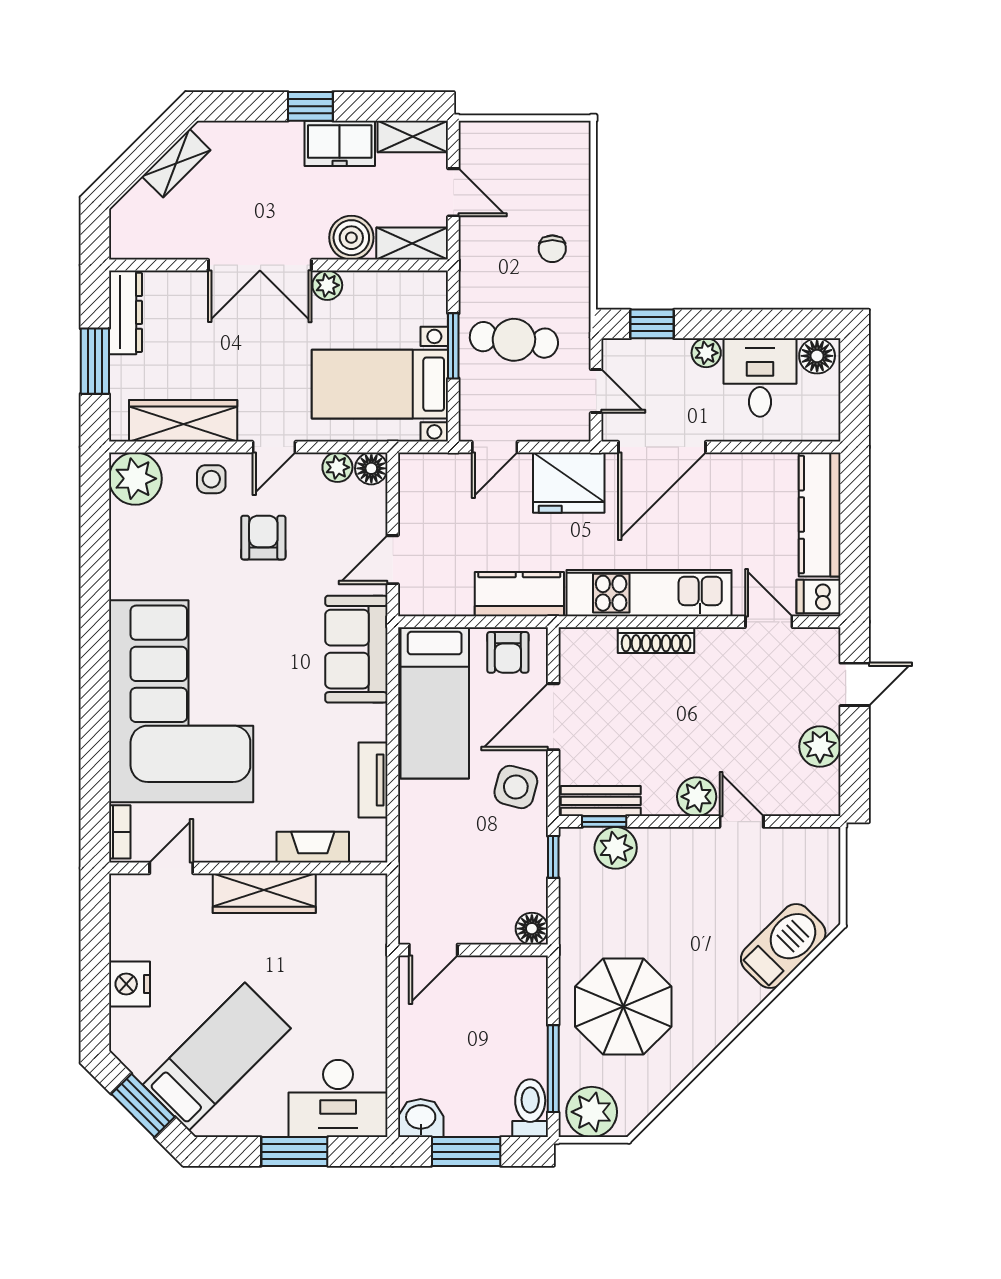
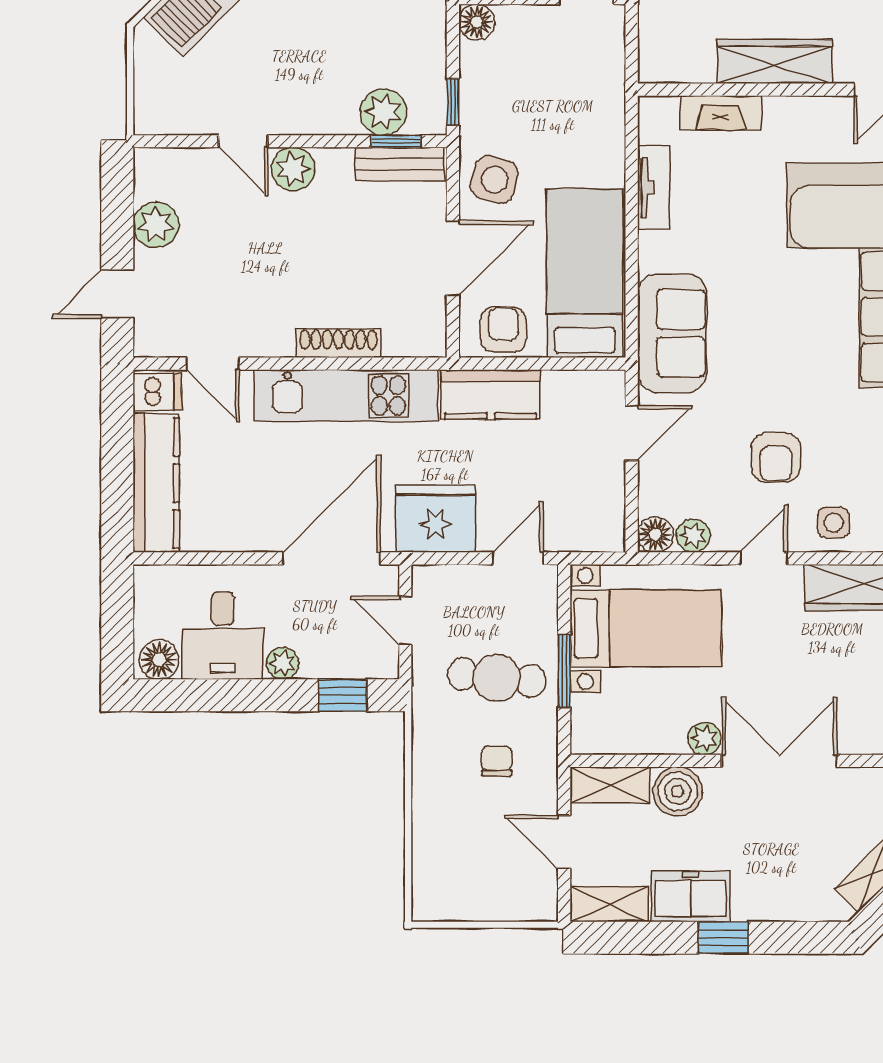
chair: (552, 249) -> (497, 761), moved

